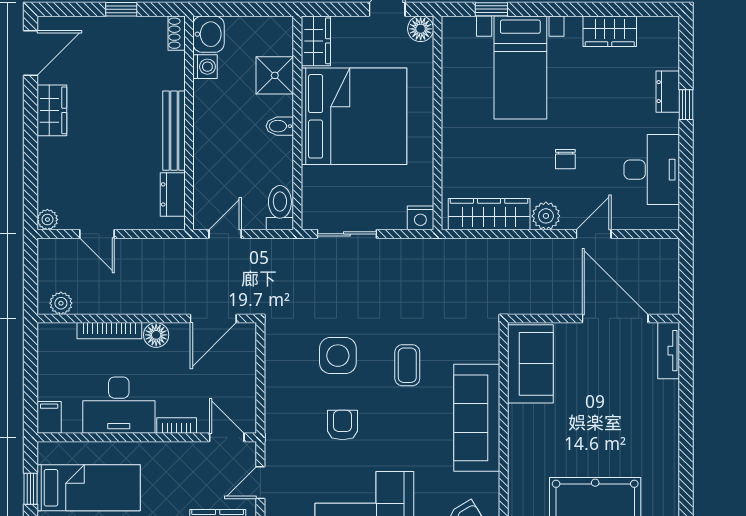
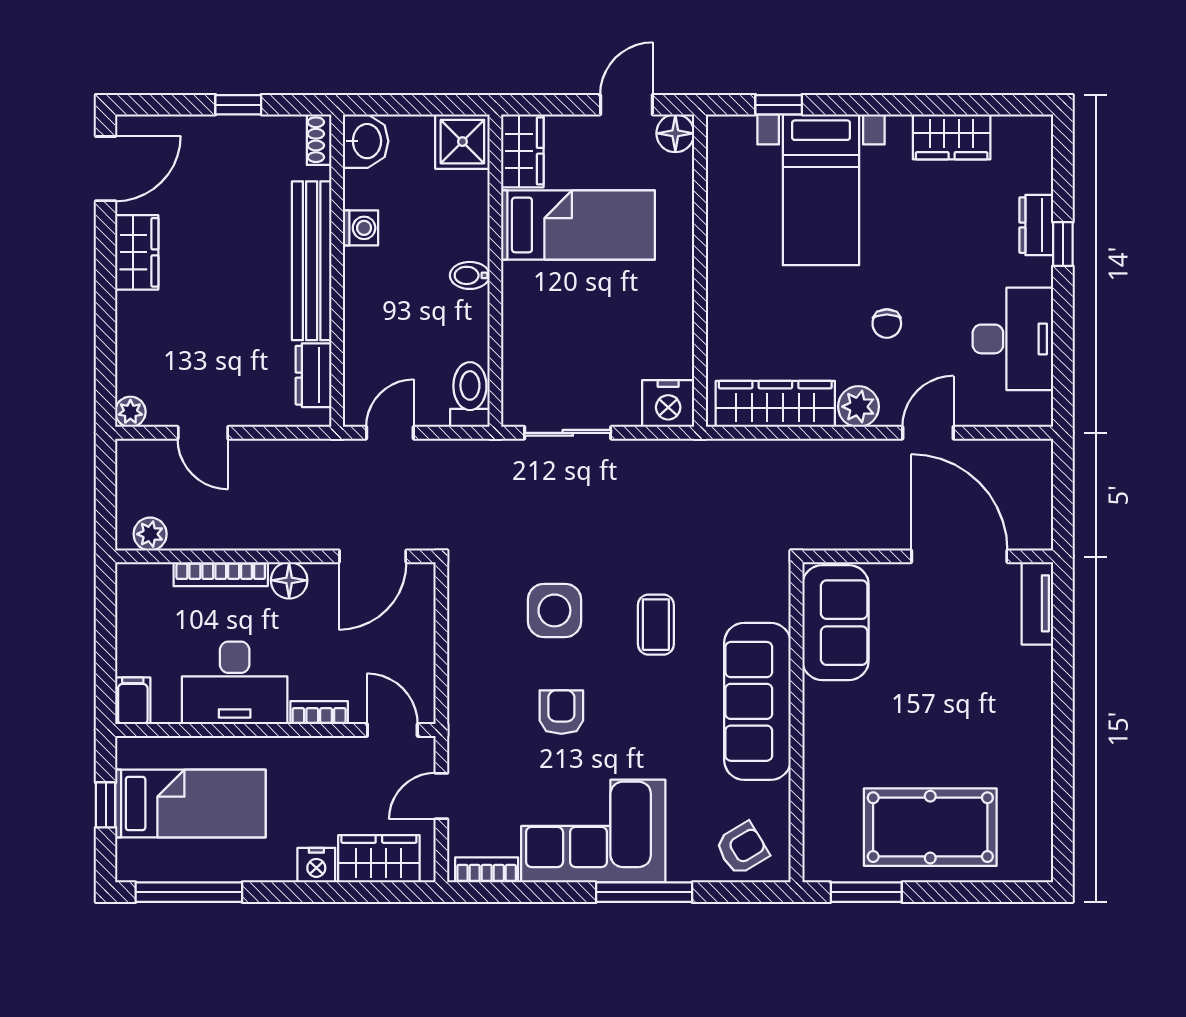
washing machine: (205, 67) -> (361, 228), moved
shower: (275, 75) -> (462, 142), moved
bed: (354, 116) -> (578, 225), width x0.49
bench: (174, 131) -> (312, 261), width x1.37, depth x1.21
nightstand: (420, 218) -> (668, 404), width x1.36, depth x1.33

